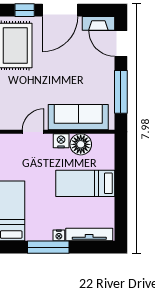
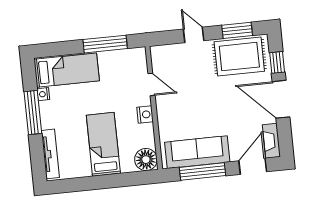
sofa: (78, 117) -> (197, 152), moved, turned -90
floor lamp: (81, 144) -> (146, 160), moved
nightstand: (59, 235) -> (43, 94), moved

